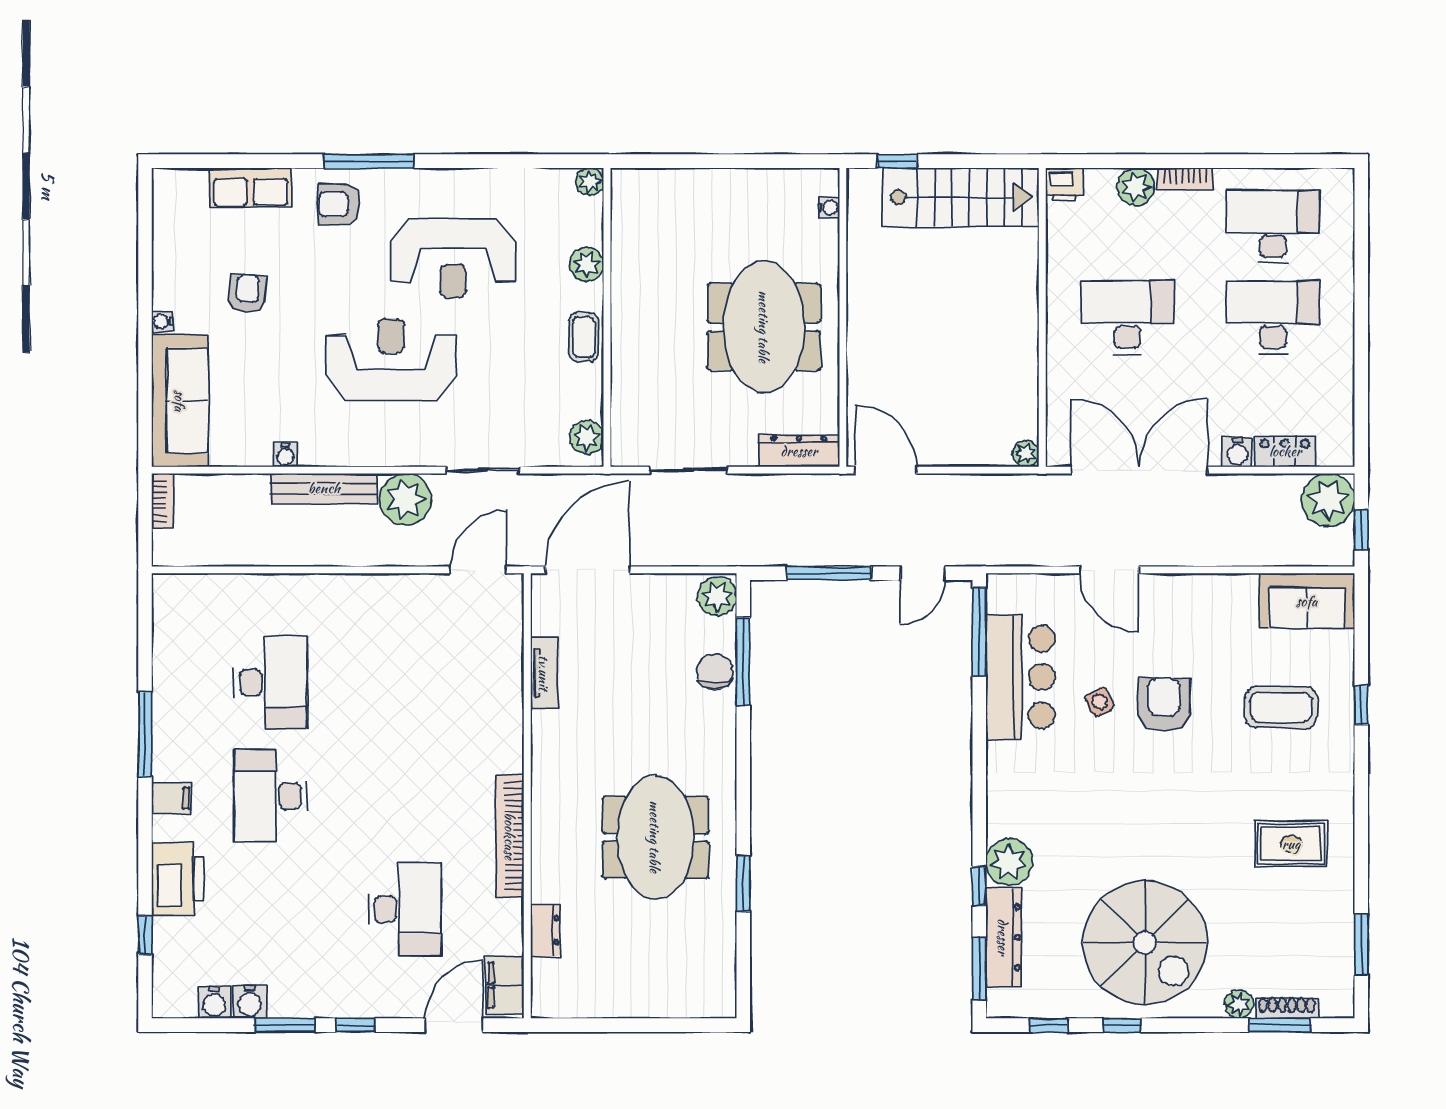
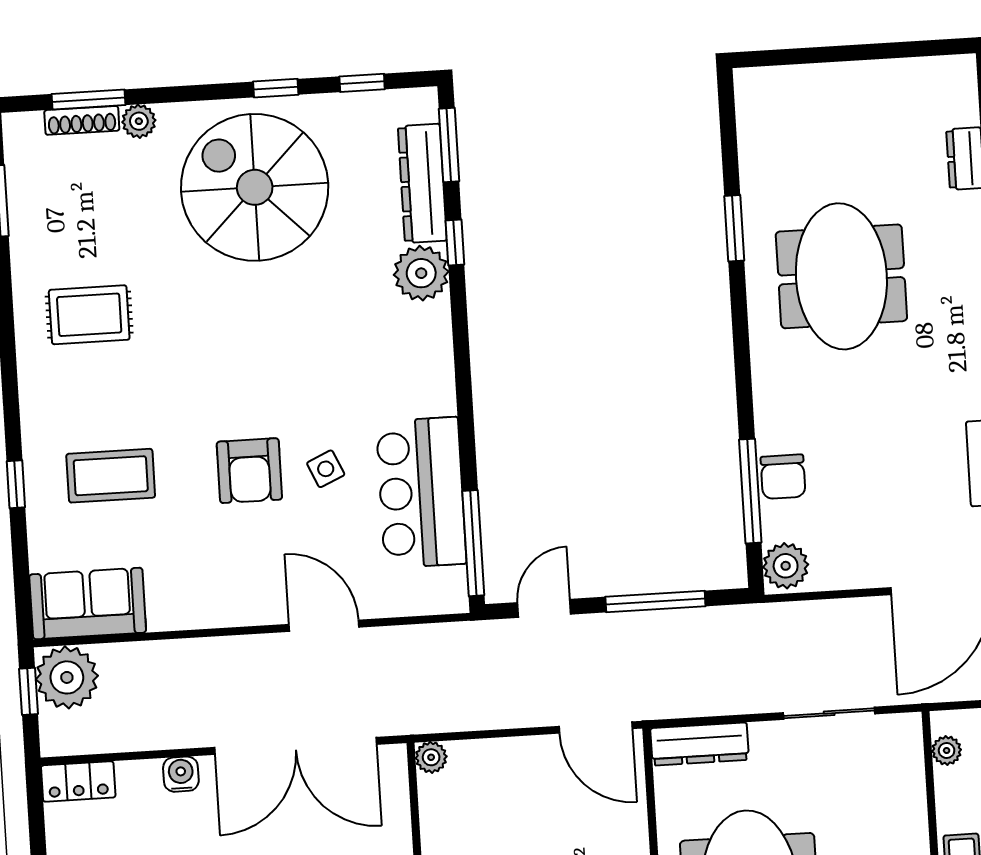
plant: (587, 437) -> (947, 750), width x0.73, depth x0.73
locker: (1285, 451) -> (78, 781), moved
plant: (1328, 500) -> (67, 677), moved

